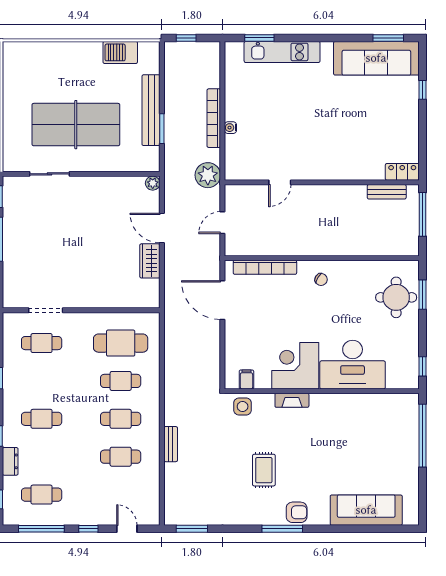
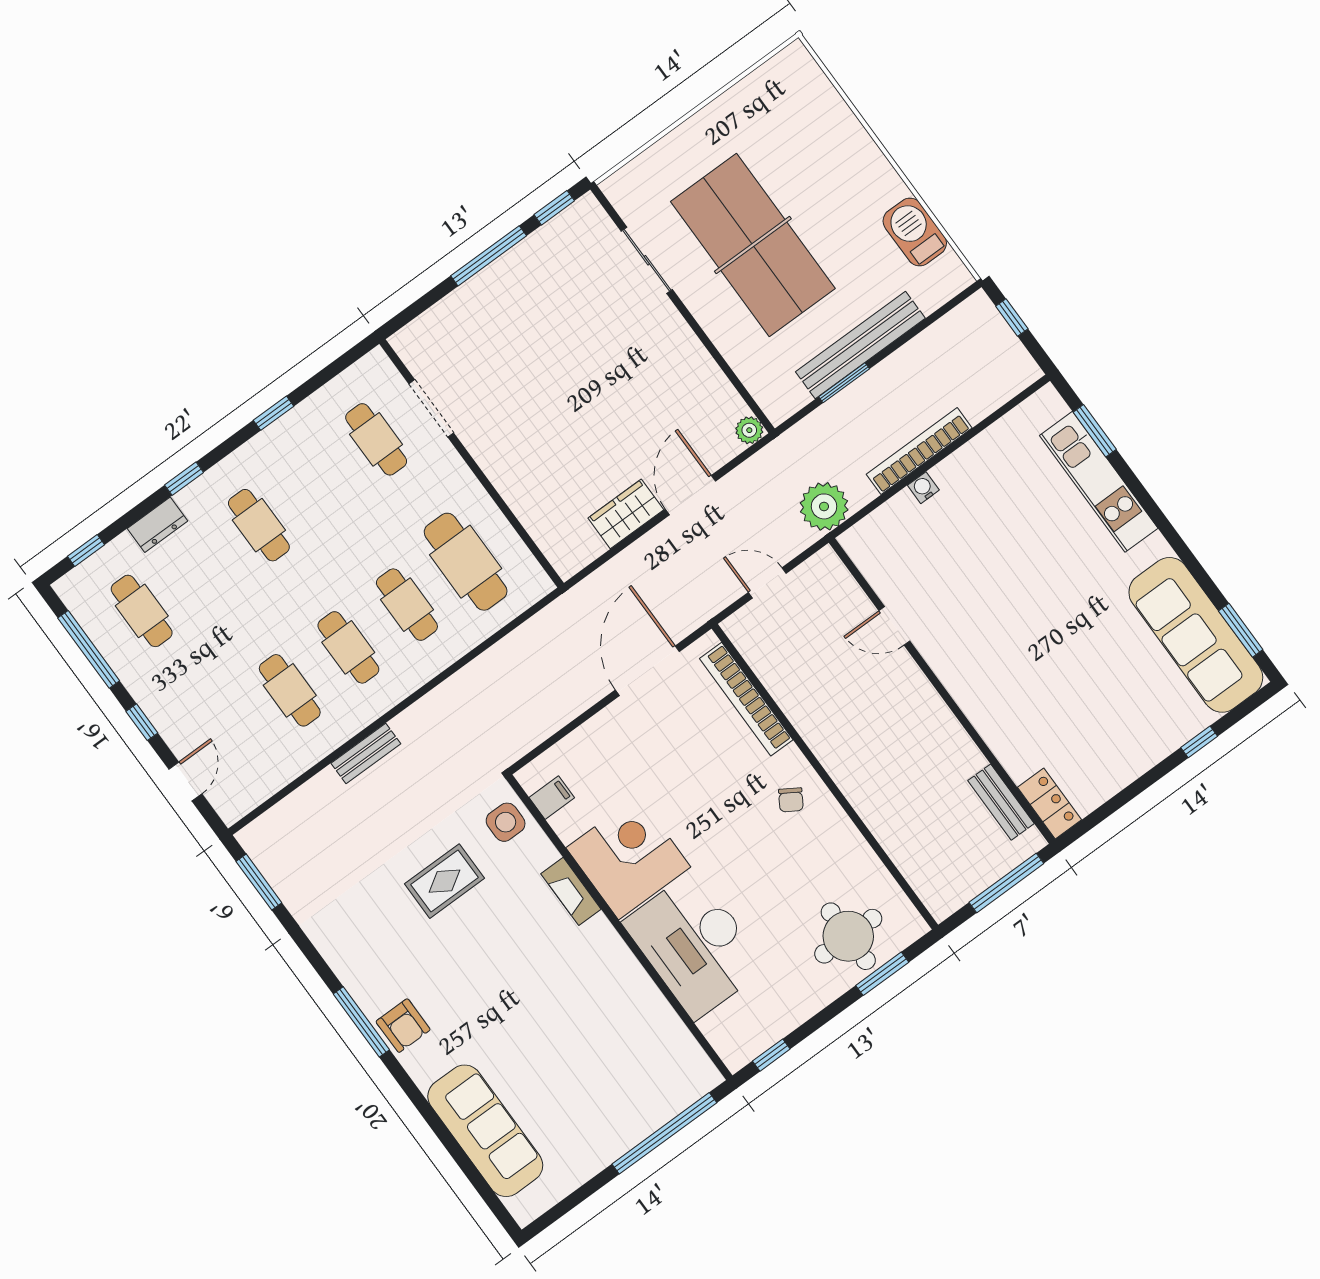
rug: (264, 470) -> (444, 881), moved

